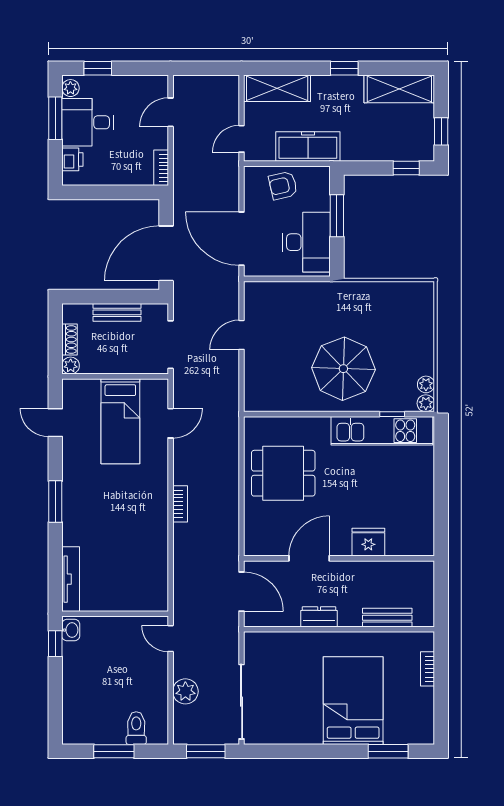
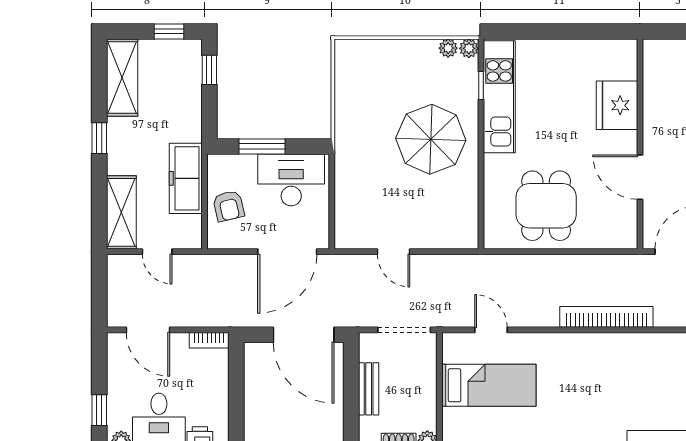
door: (171, 112) -> (148, 330), width x1.38
door: (242, 139) -> (157, 252), moved
bookcase: (180, 504) -> (606, 317), width x2.31, depth x1.31
fridge: (368, 542) -> (617, 105), width x1.36, depth x1.34

